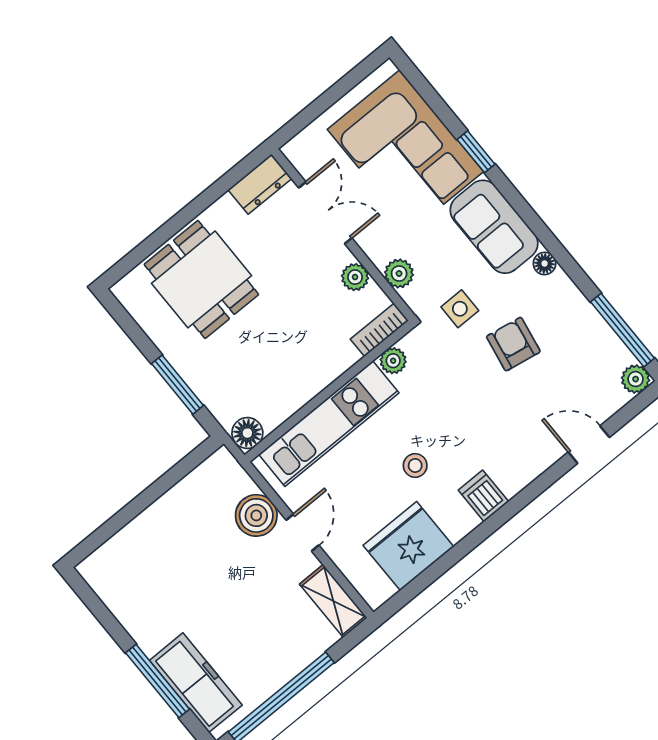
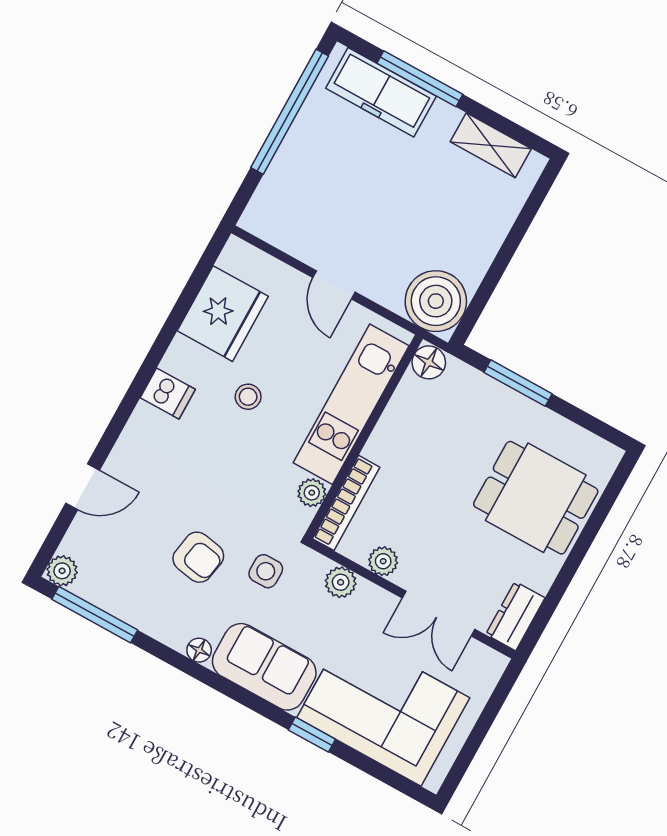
bookcase: (379, 330) -> (346, 503), width x1.56
boiler: (256, 515) -> (436, 301), moved, width x1.37, depth x1.37
shelving: (333, 601) -> (491, 145), moved

